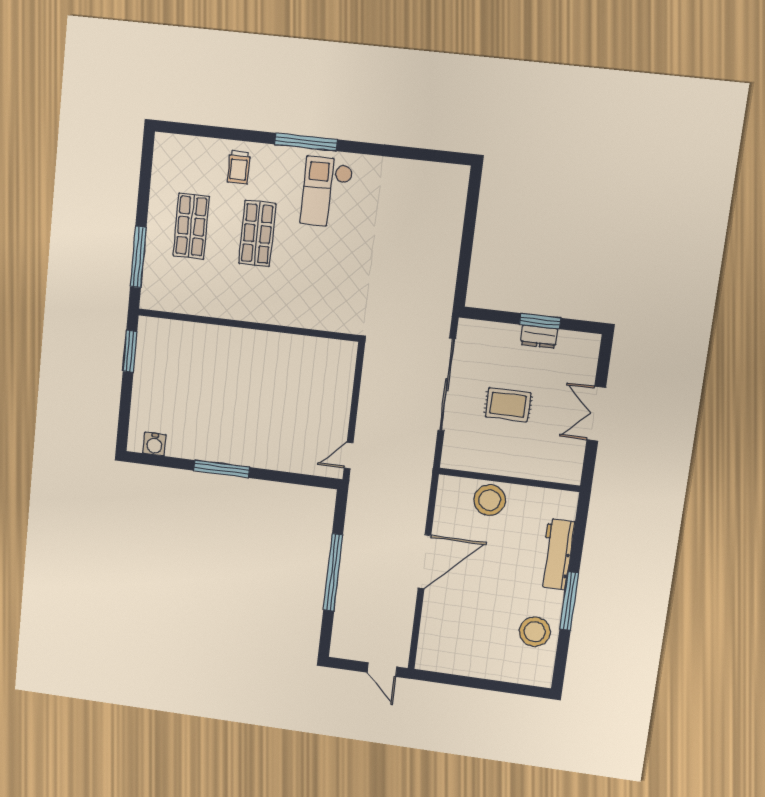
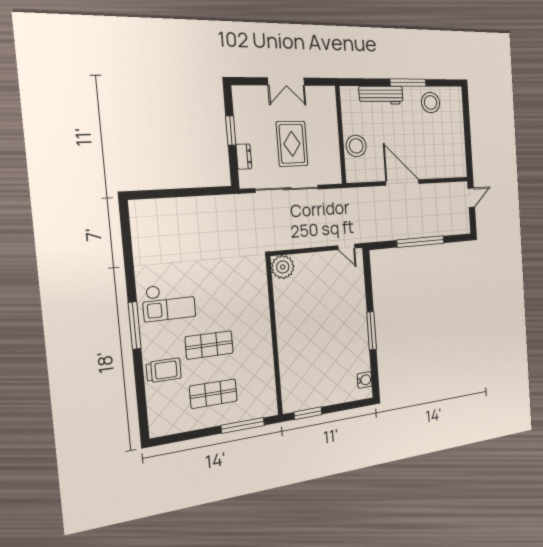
trolley: (239, 167) -> (164, 370), width x1.36, depth x1.39
dresser: (539, 337) -> (244, 157), moved
plant: (340, 356) -> (283, 267), added
rug: (508, 405) -> (292, 144), width x1.36, depth x1.43

